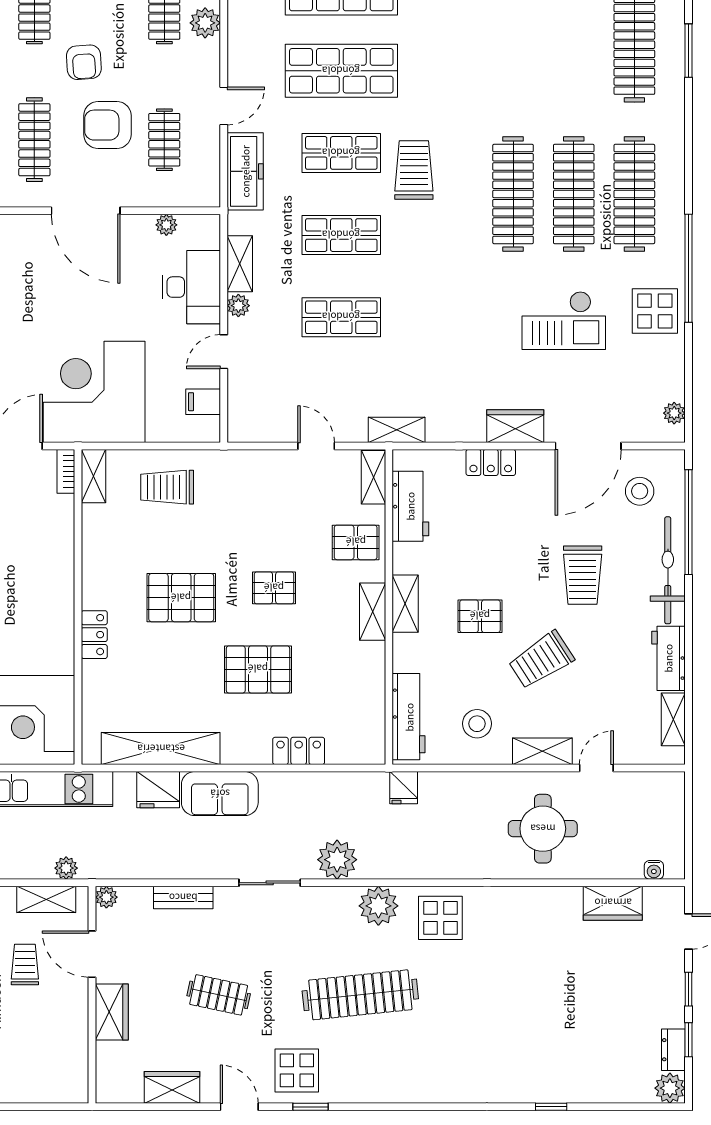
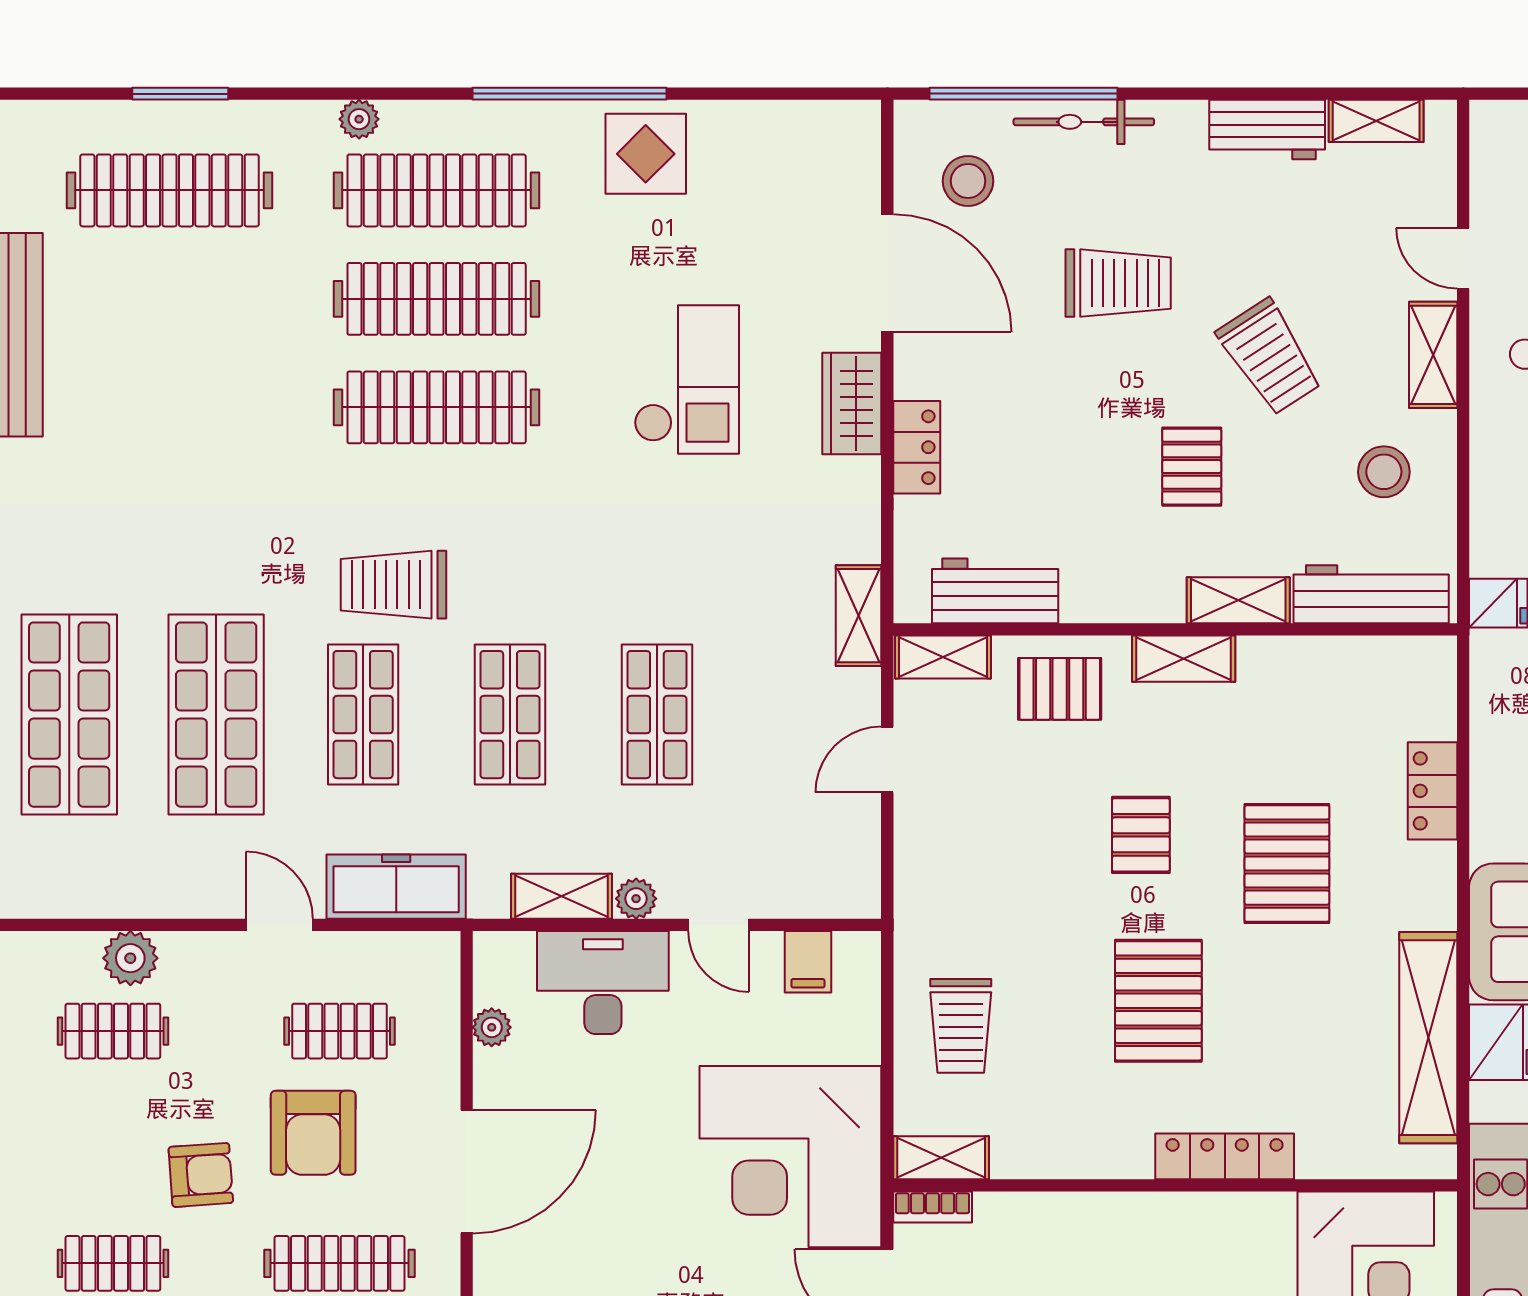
checkout: (564, 321) -> (687, 380), moved
plant: (674, 413) -> (359, 119), moved
pallet: (356, 542) -> (1060, 689), turned 90
bicycle: (668, 570) -> (1084, 122), width x0.73, depth x0.71
shelving: (405, 604) -> (1238, 600), moved
locker: (94, 635) -> (1225, 1156), width x1.53

